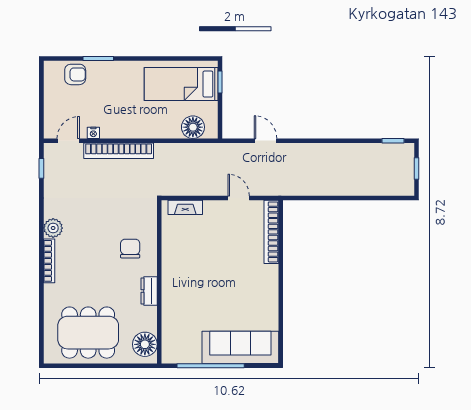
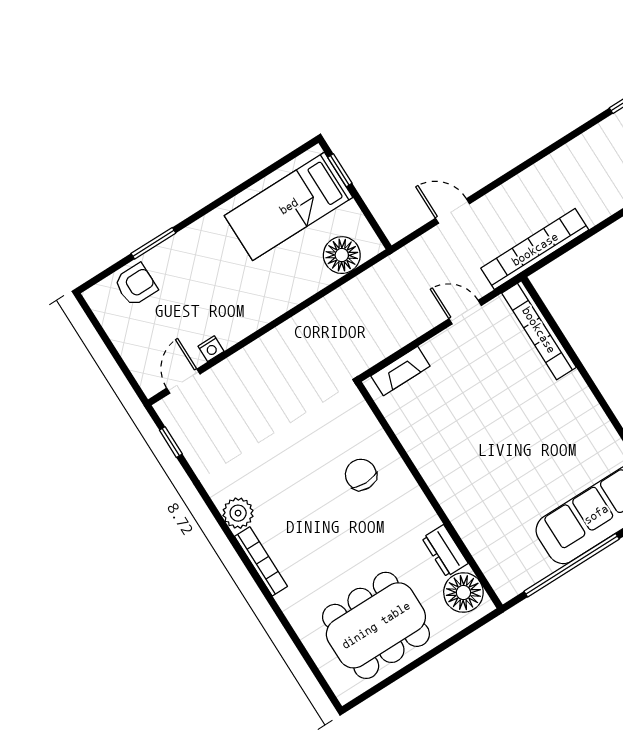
bookcase: (119, 151) -> (535, 249), moved, turned 180
dresser: (149, 291) -> (445, 551), moved

